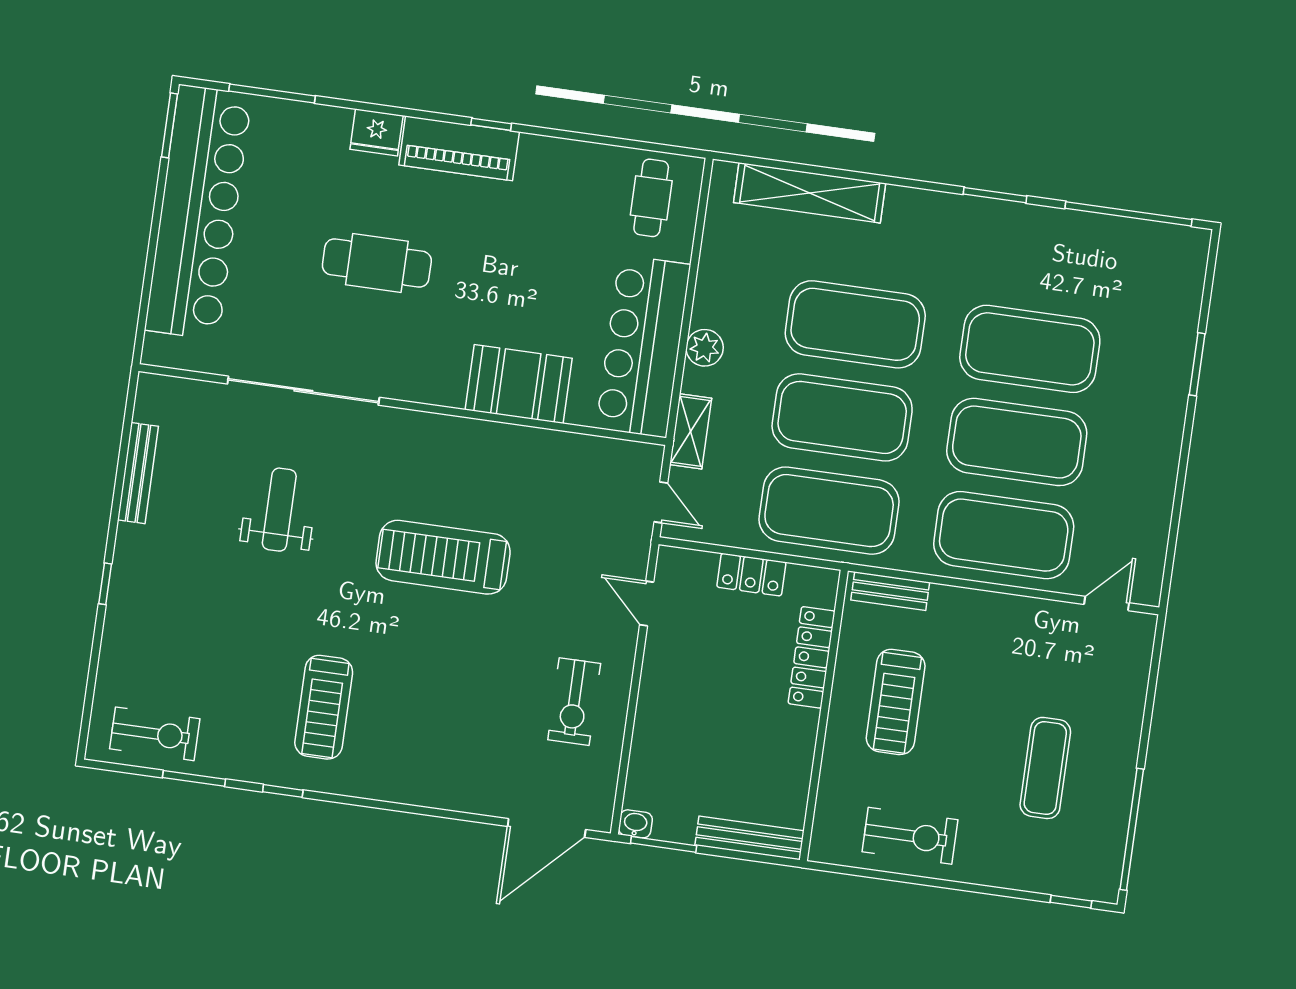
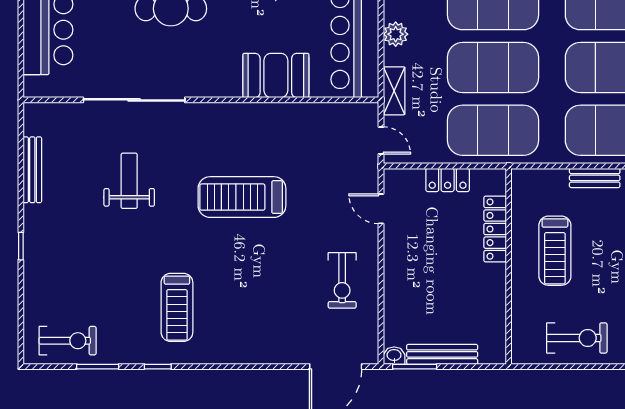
bench: (890, 591) -> (595, 178), moved
bench: (750, 838) -> (442, 354), moved

